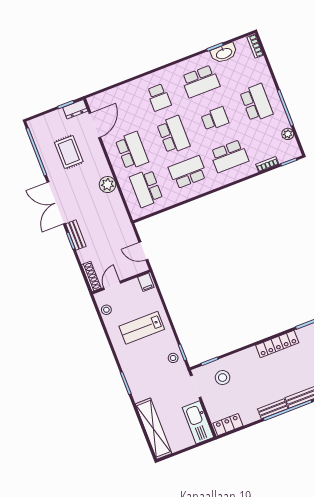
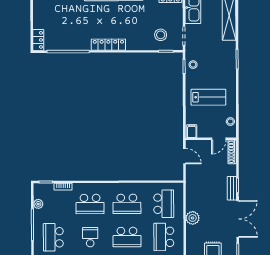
school desk: (215, 119) -> (90, 237), turned 90
school desk: (173, 135) -> (127, 237), turned -90
school desk: (229, 156) -> (90, 204), turned 180

